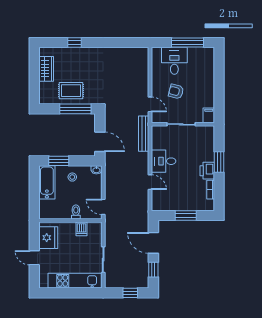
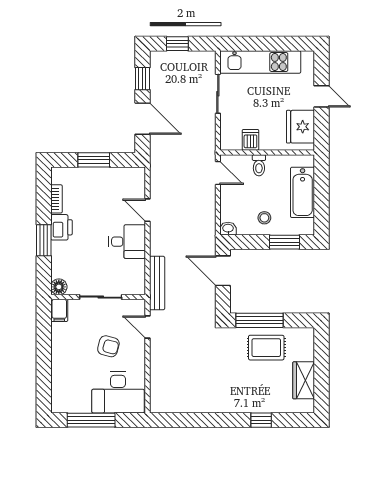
desk: (174, 61) -> (118, 392), width x1.37
floor lamp: (209, 131) -> (59, 287), added
bathtub: (47, 182) -> (303, 192), moved

